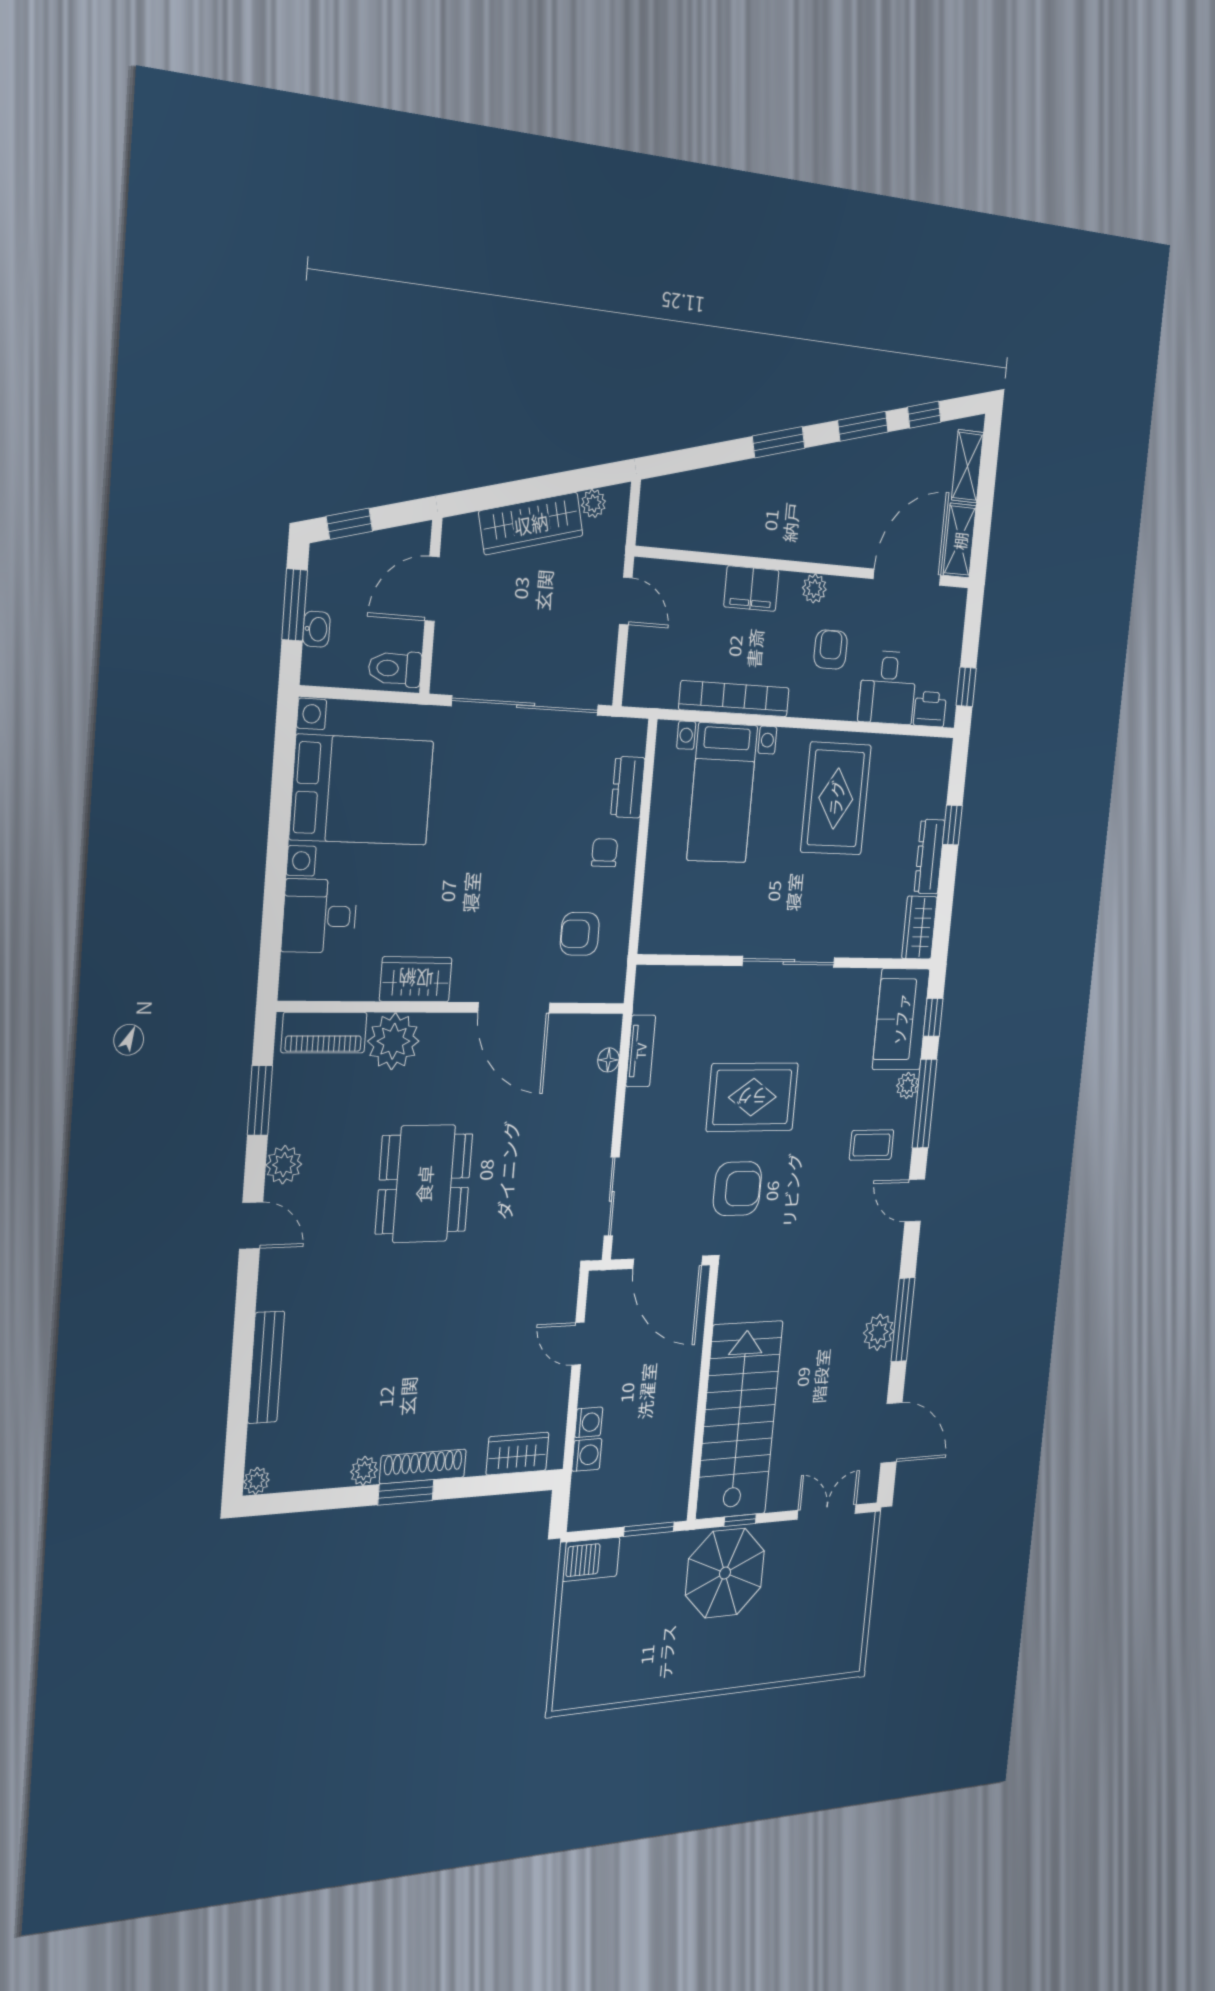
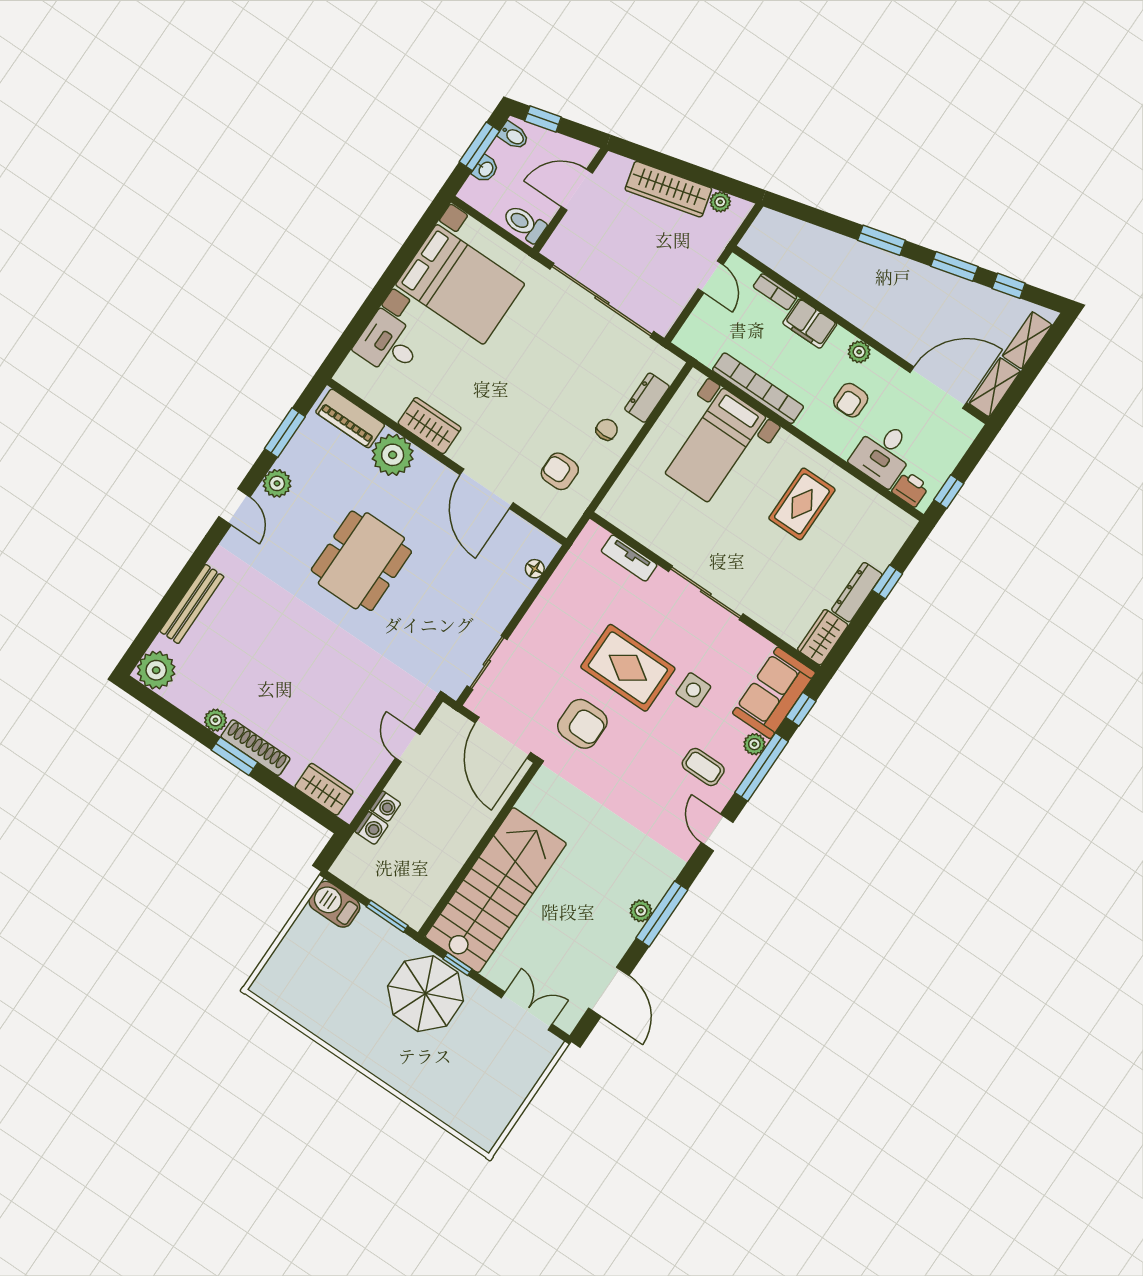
bidet: (327, 566) -> (513, 136), added
bookcase: (700, 574) -> (775, 292), added
armchair: (831, 649) -> (851, 400), turned 180
rug: (836, 798) -> (802, 504), width x0.73, depth x0.70
tv unit: (641, 1051) -> (629, 558), moved, turned 90
side table: (825, 1073) -> (693, 690), added
plant: (879, 1332) -> (641, 911), width x0.73, depth x0.73
plant: (256, 1481) -> (156, 670), width x1.88, depth x1.88

